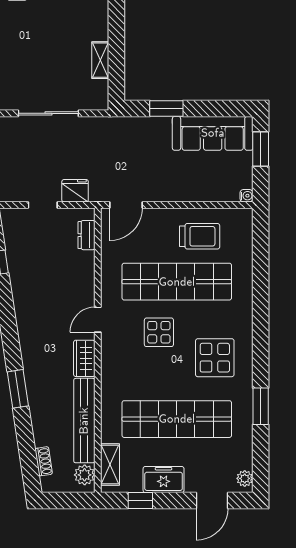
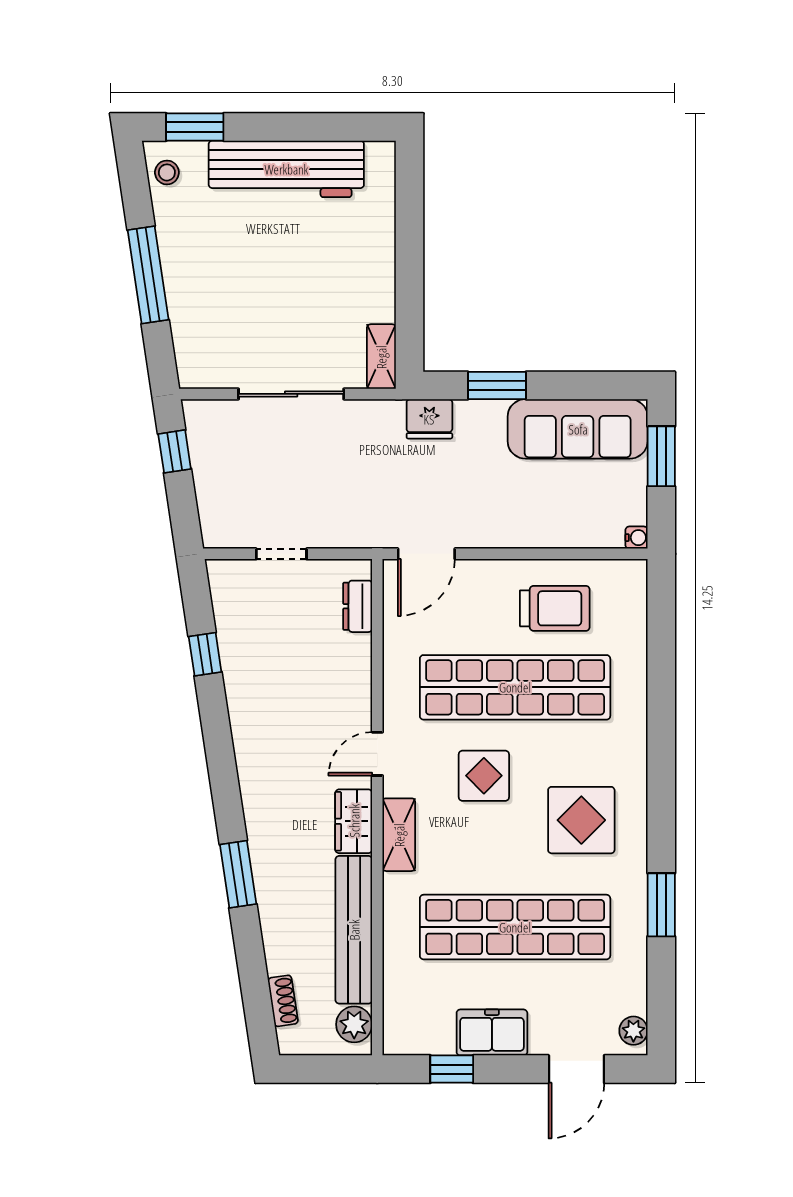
shelving: (100, 60) -> (381, 357), moved
fridge: (75, 191) -> (429, 419), moved, turned 180
shelving: (110, 465) -> (399, 835), moved

